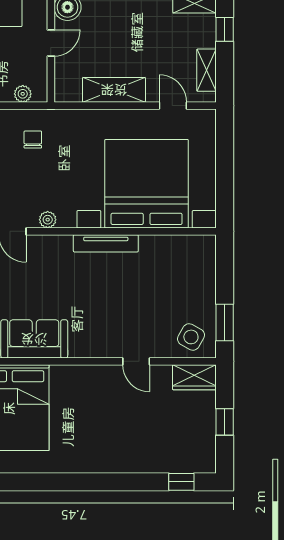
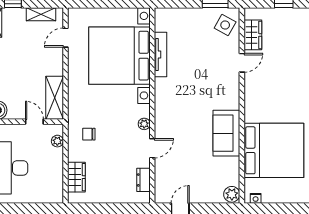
door: (51, 43) -> (34, 122), moved
shelving: (114, 90) -> (55, 98), moved
tv unit: (106, 243) -> (160, 55), moved
wardrobe: (194, 377) -> (253, 35), moved

